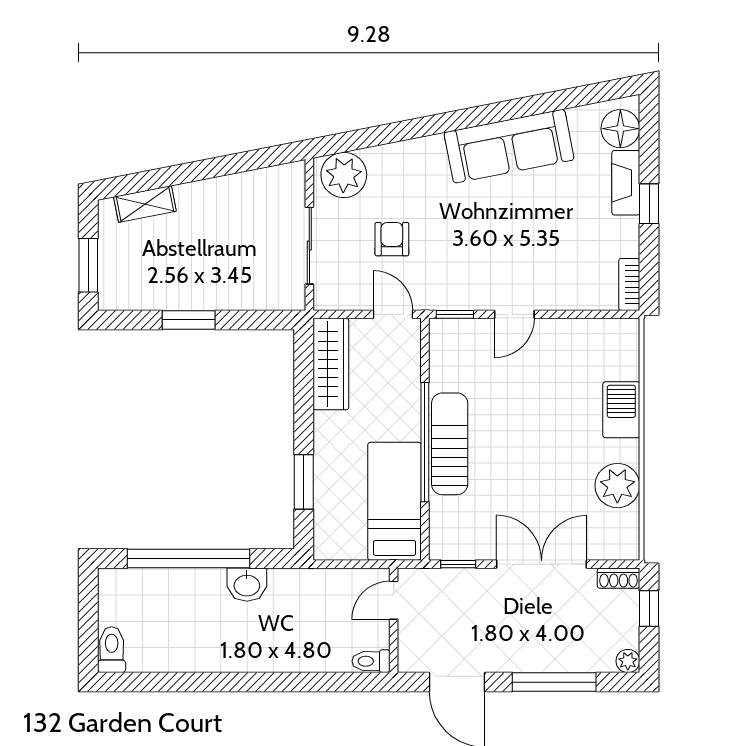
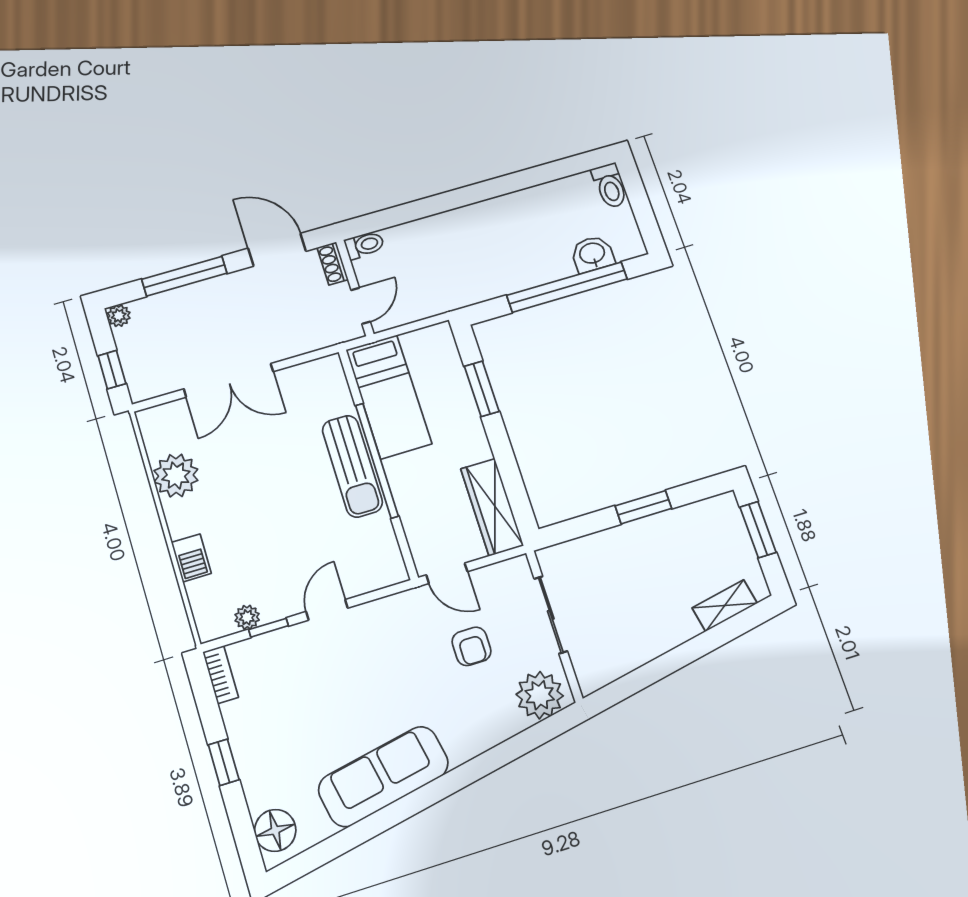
fireplace: (626, 183) -> (254, 776), removed
window: (455, 314) -> (269, 628), moved
plant: (590, 330) -> (247, 617), added
barbecue: (621, 410) -> (191, 558), width x0.73, depth x0.79
window: (458, 564) -> (309, 357), removed
shoe rack: (619, 578) -> (333, 263), moved, turned -90
washbasin: (247, 585) -> (592, 254), moved

